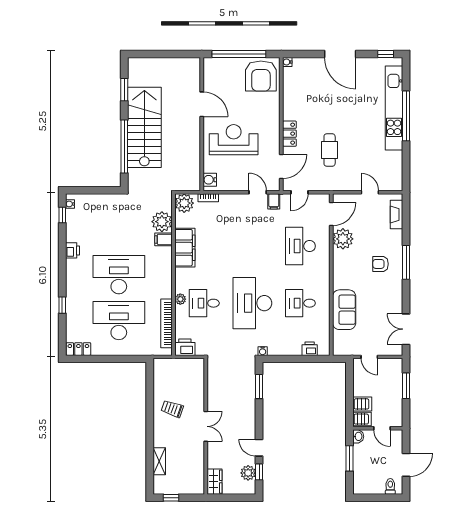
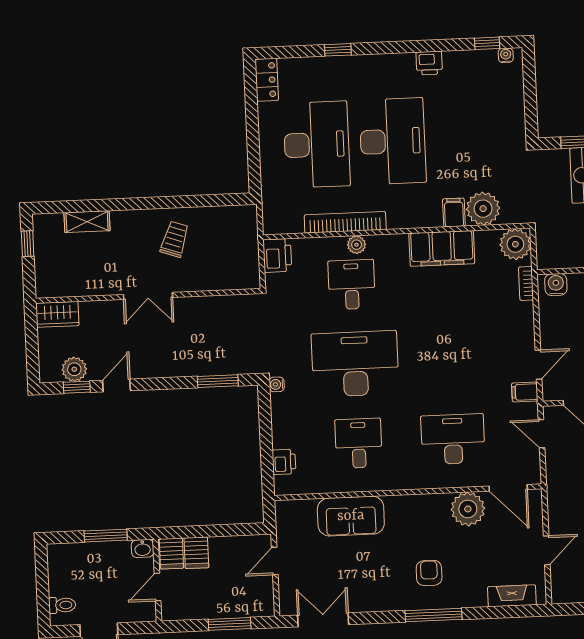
bookcase: (166, 323) -> (345, 222), moved

